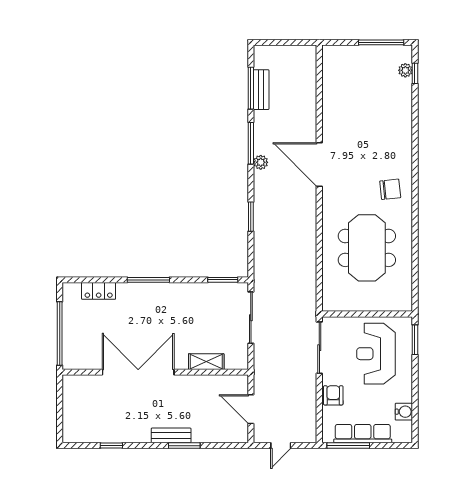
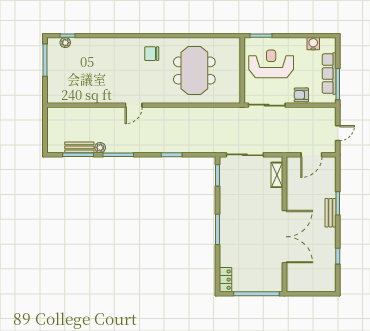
plant: (261, 162) -> (100, 148), moved
door: (319, 164) -> (134, 105), width x0.53
chair: (390, 189) -> (152, 54), turned -84
meeting table: (367, 248) -> (194, 71), turned 90
locker: (99, 291) -> (226, 280), moved
reception desk: (376, 354) -> (271, 64), turned 180
shelving: (206, 362) -> (277, 175), moved
double door: (138, 372) -> (284, 237), swing flipped
door: (281, 446) -> (338, 133), hinge flipped

